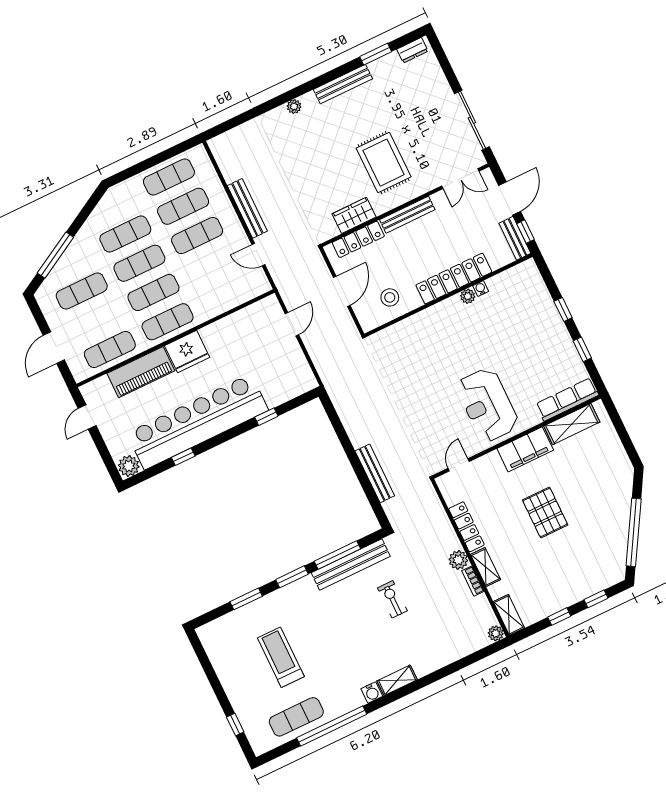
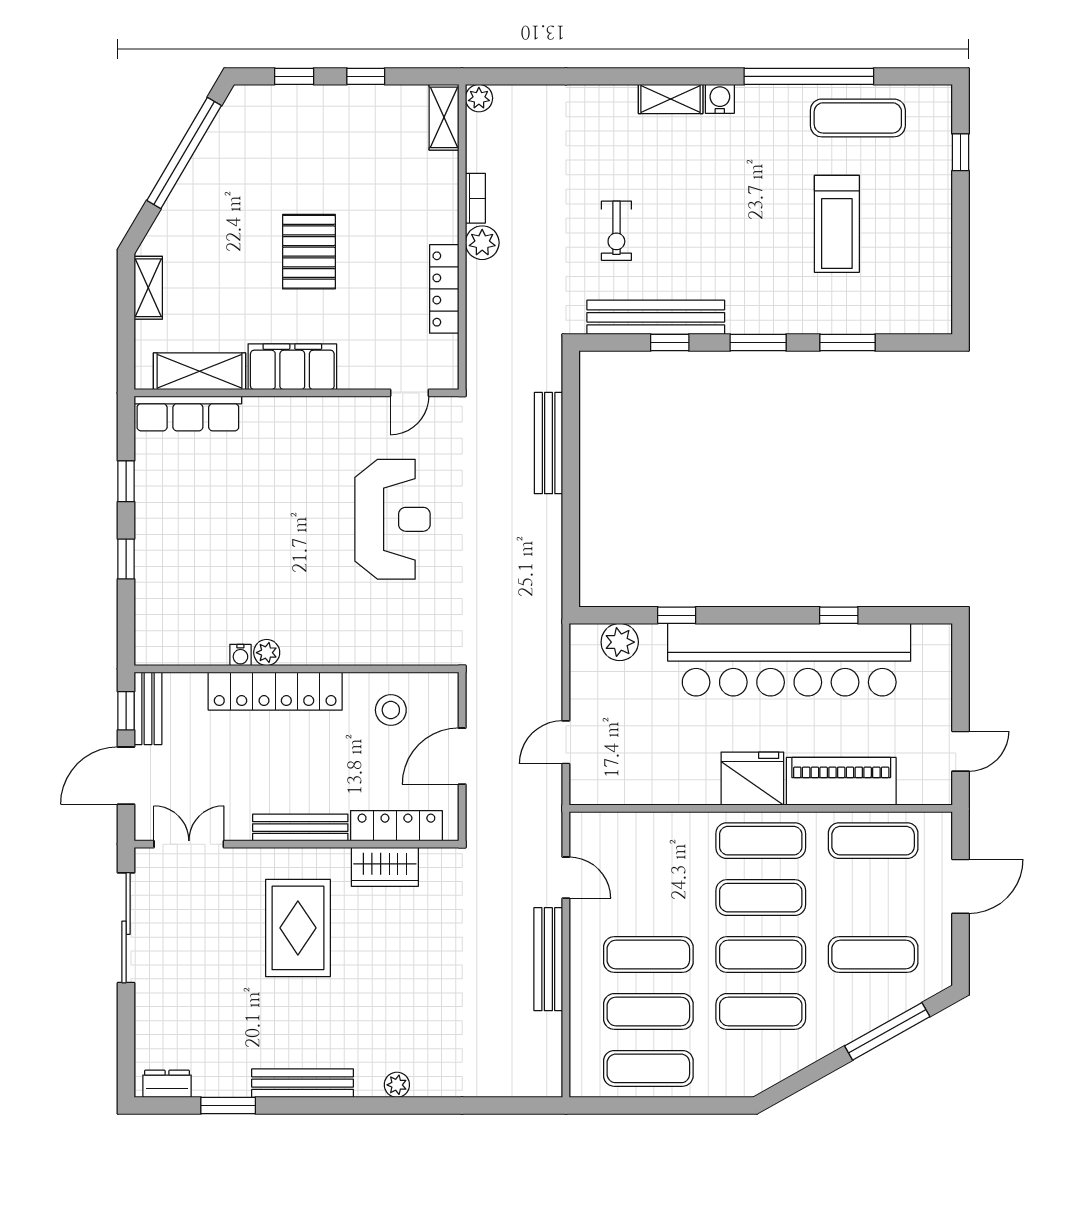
reception desk: (487, 405) -> (393, 519), moved
plant: (129, 466) -> (620, 642), moved
window: (337, 555) -> (670, 343), width x0.46
shelving: (486, 567) -> (148, 288), moved

